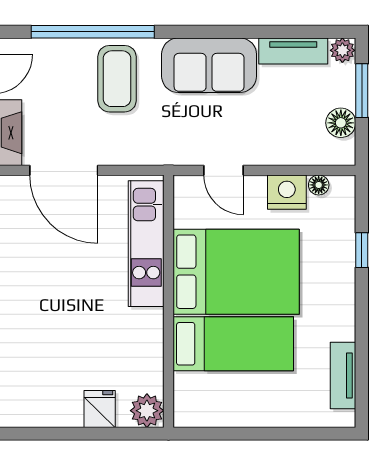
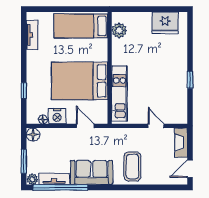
window: (93, 32) -> (60, 187), moved
floor lamp: (341, 123) -> (33, 135), moved
door: (64, 170) -> (156, 126), width x0.53
bed: (233, 344) -> (81, 26), moved
fridge: (100, 409) -> (165, 23), moved, width x1.88, depth x1.34
plant: (147, 411) -> (119, 30), moved

